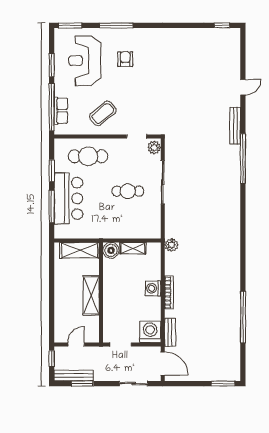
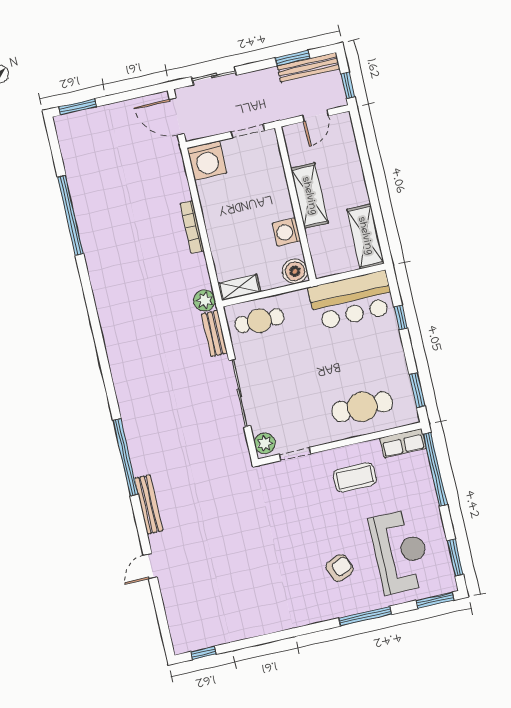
armchair: (125, 59) -> (339, 568), turned -112
window: (52, 65) -> (455, 557), moved
row of seats: (61, 111) -> (403, 443), moved, turned -90
coffee table: (103, 113) -> (355, 477), turned 40
window: (52, 171) -> (417, 390), moved
cafe table: (128, 191) -> (259, 321), moved
bar counter: (68, 198) -> (351, 300), moved, turned -90
window: (52, 207) -> (401, 317), width x0.46
shelving: (133, 248) -> (239, 287), moved
shelving: (79, 250) -> (365, 236), moved, turned 90
washing machine: (153, 288) -> (287, 232), moved, turned 180
bench: (170, 332) -> (214, 334), moved

